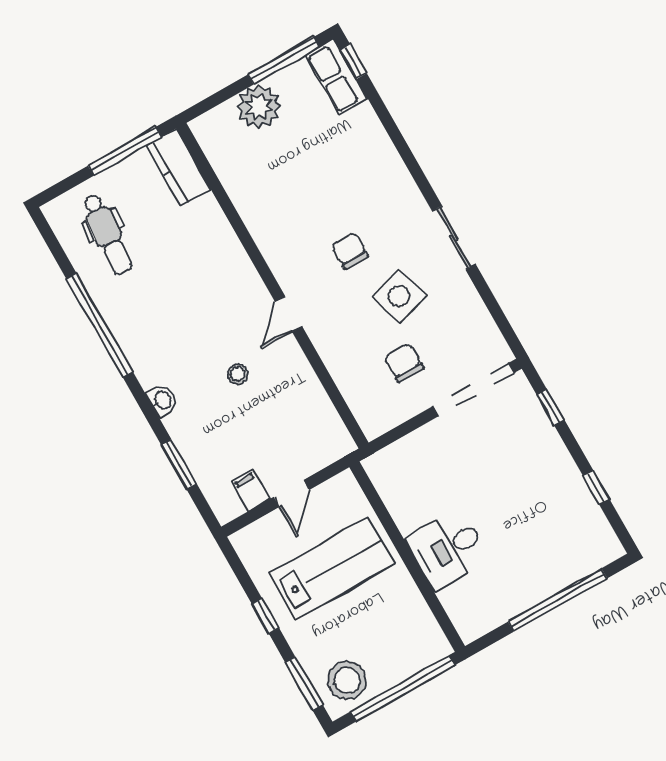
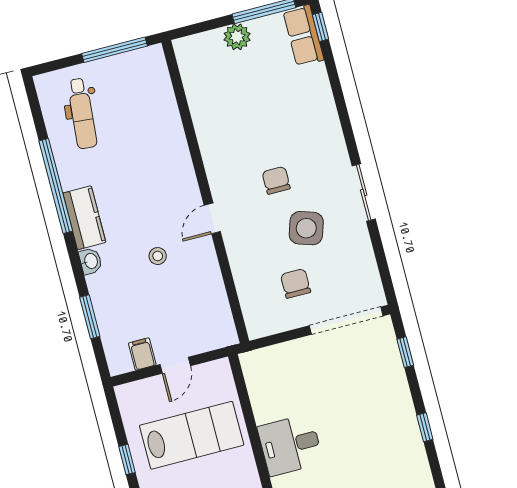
plant: (259, 107) -> (237, 37), width x0.73, depth x0.73
kitchen counter: (178, 167) -> (84, 218), moved, turned 180
side table: (399, 296) -> (306, 228), turned 35

